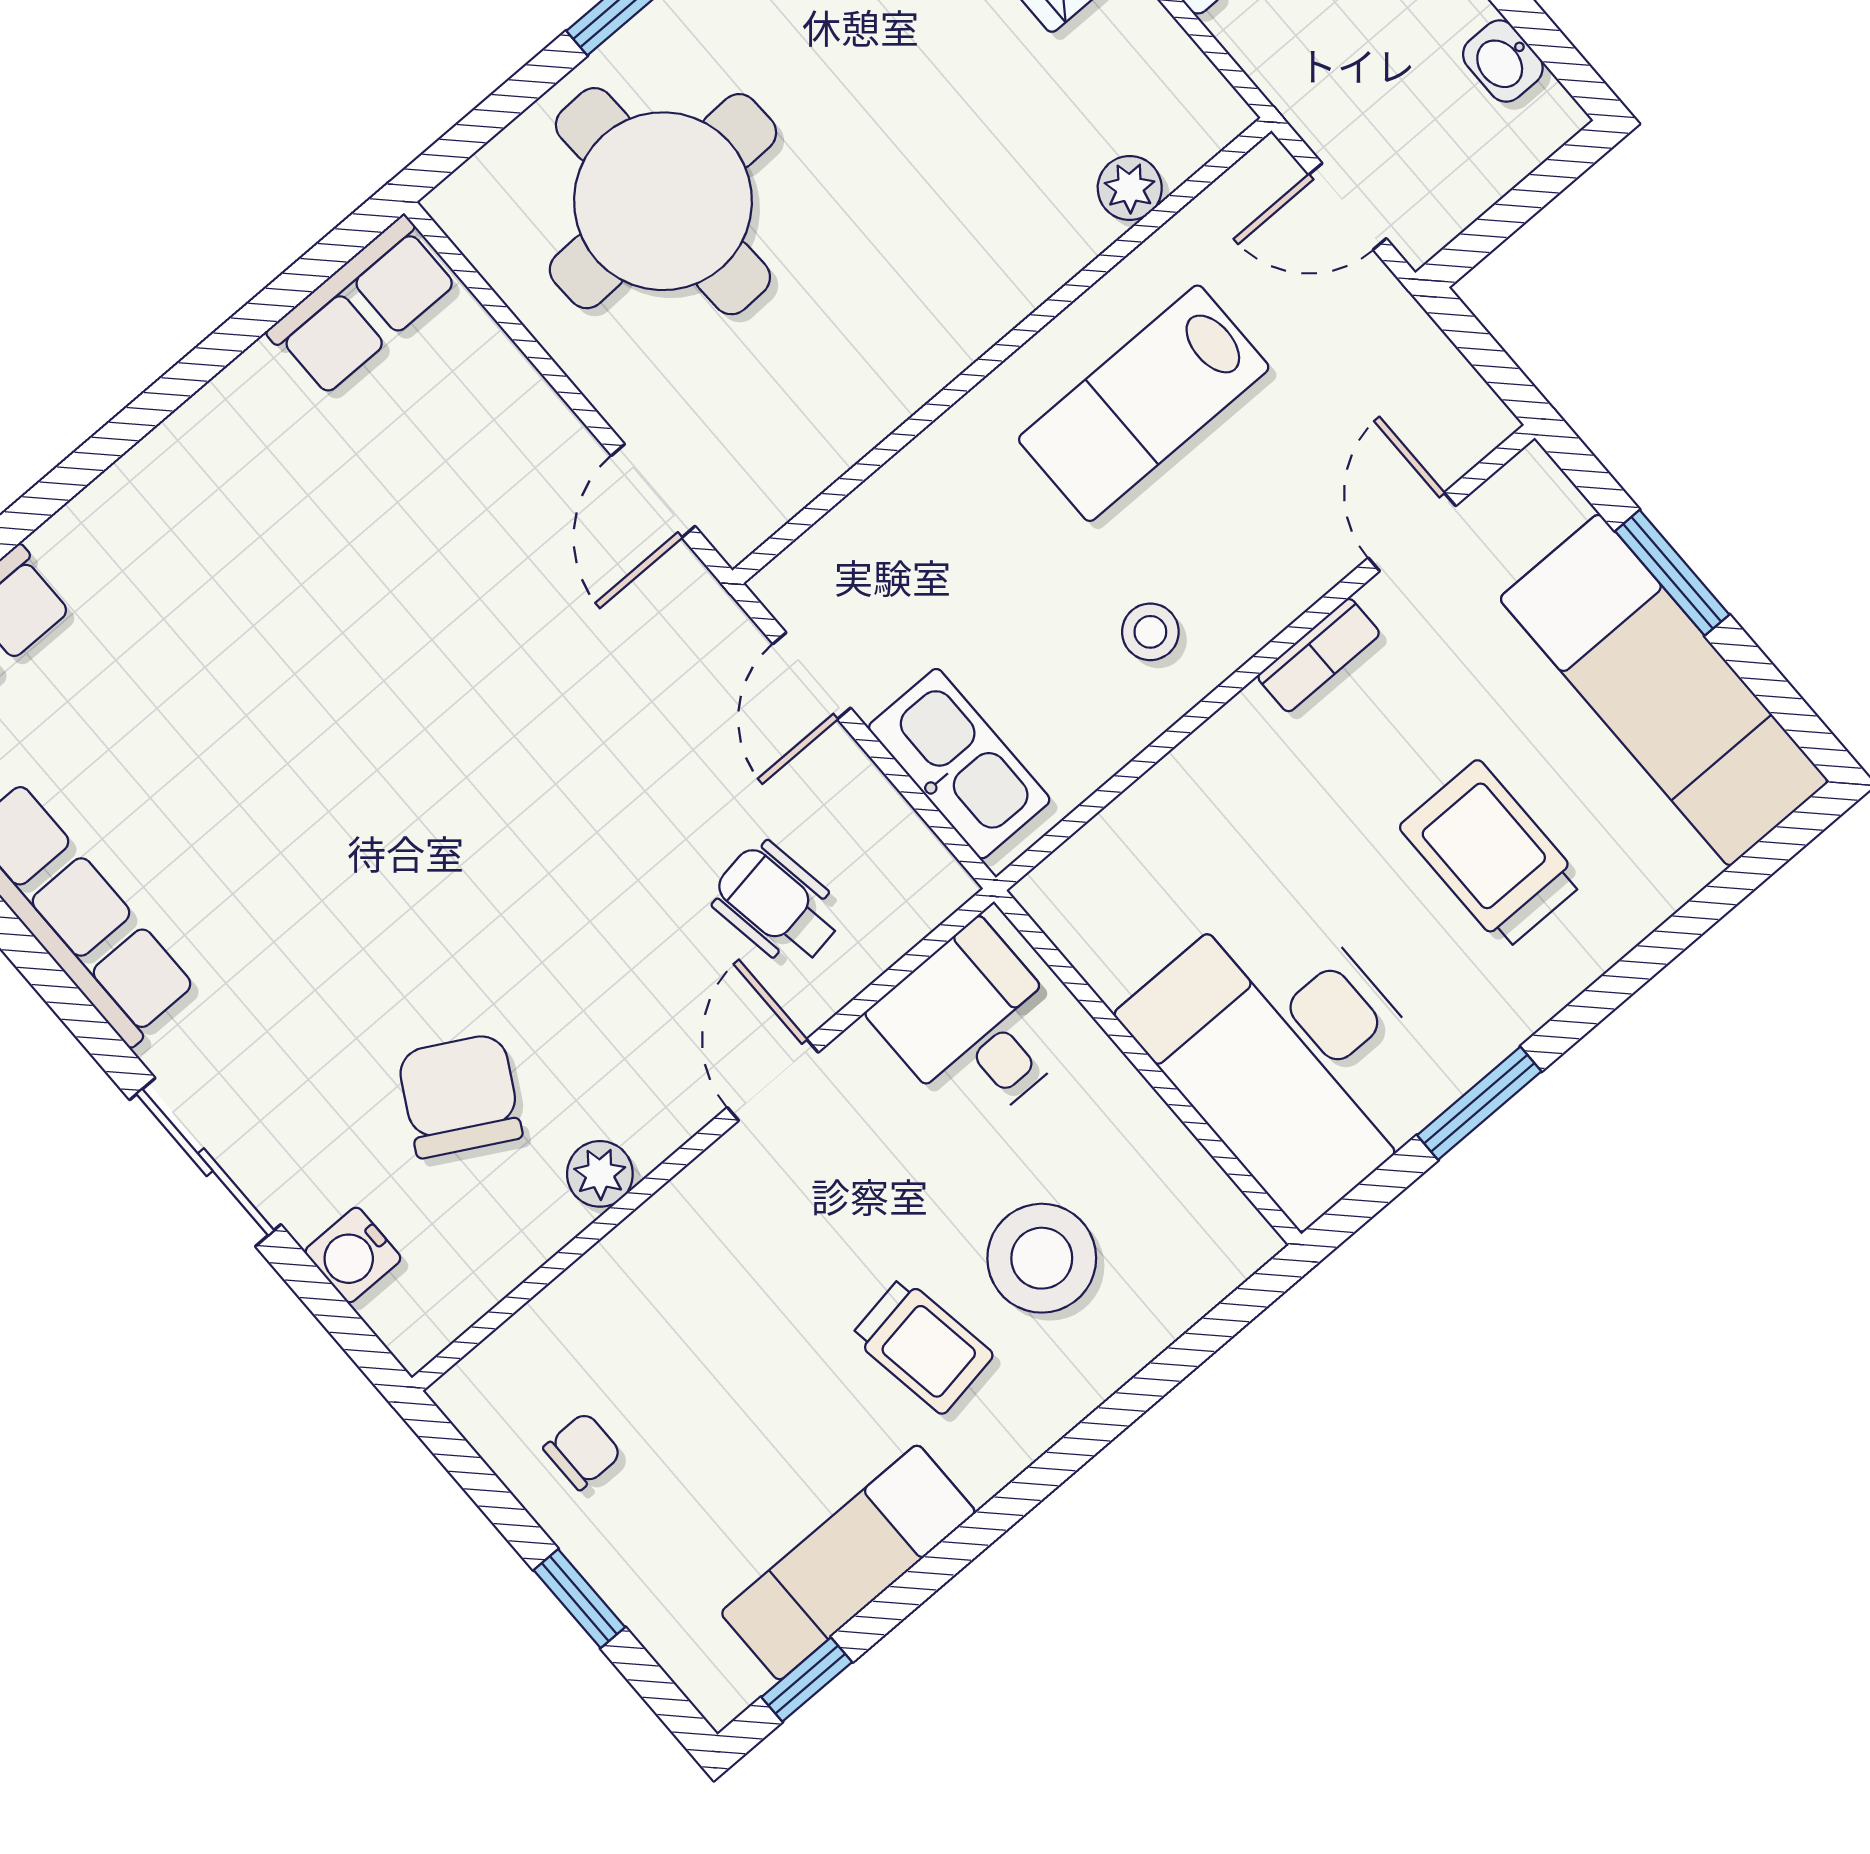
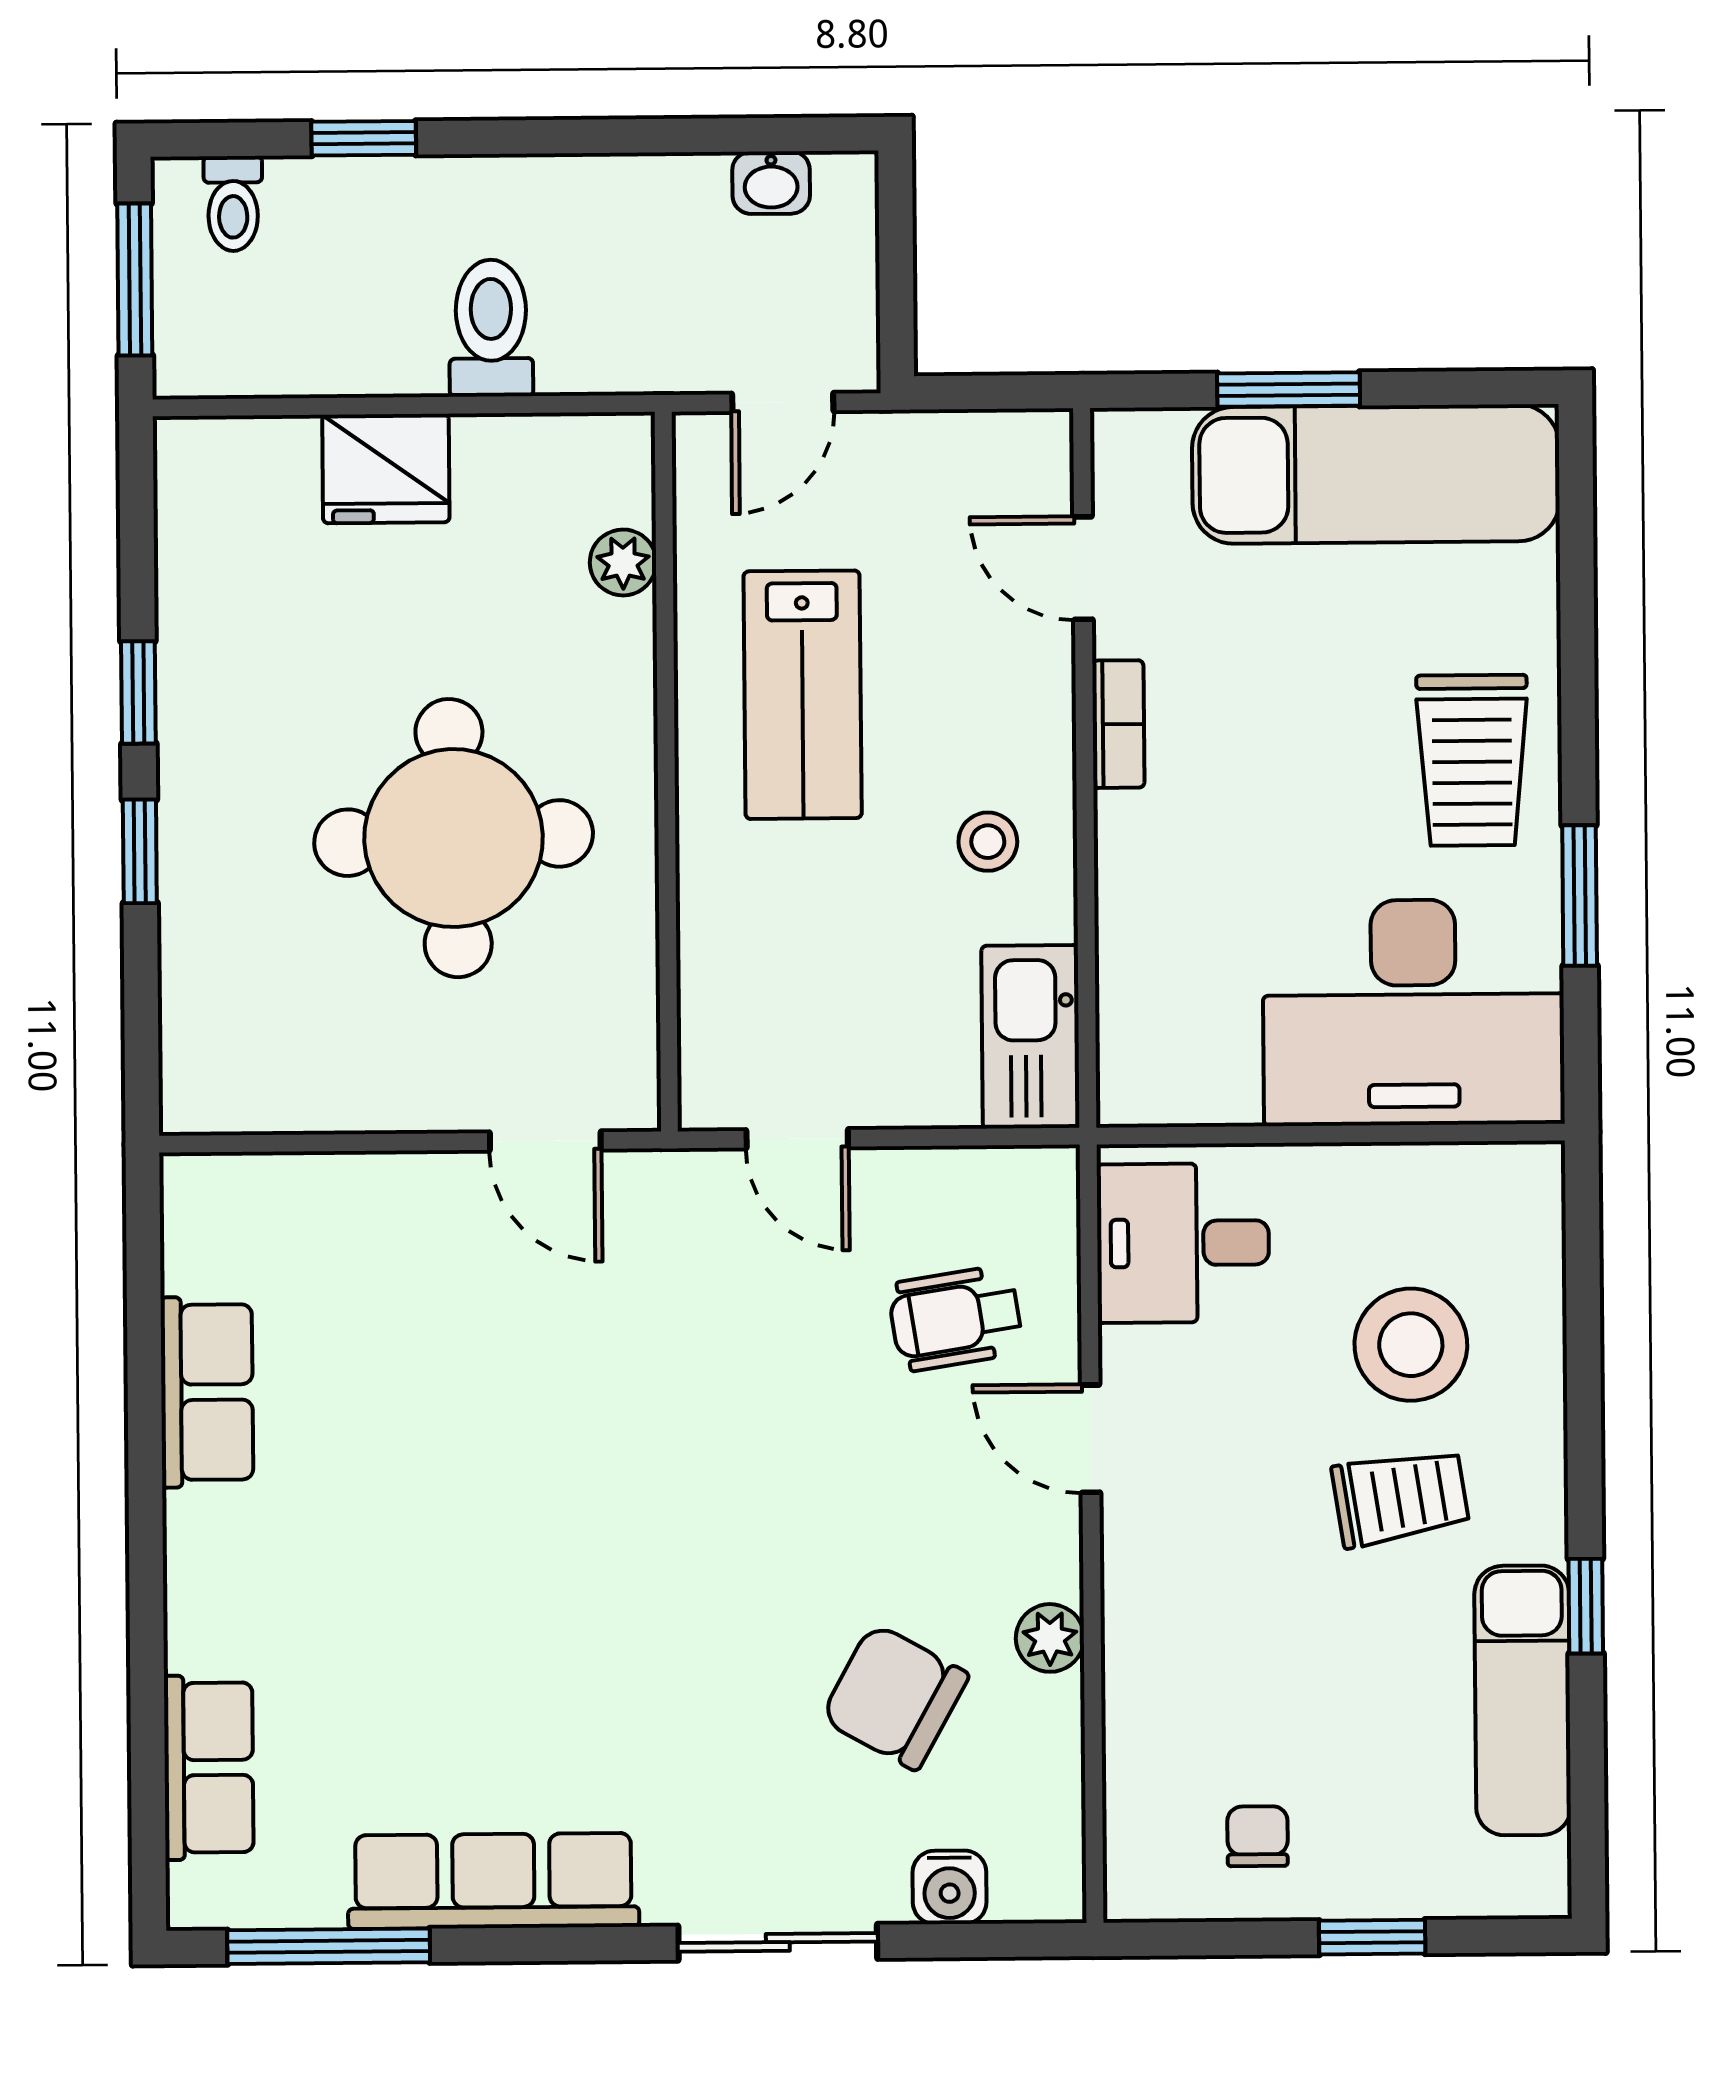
round table: (663, 201) -> (454, 838), moved
row of seats: (363, 306) -> (207, 1392), moved
kitchen sink: (959, 764) -> (1030, 1037), moved, turned -90
trolley: (1491, 855) -> (1472, 760), moved, turned -90
window: (807, 1680) -> (1586, 1606), moved

